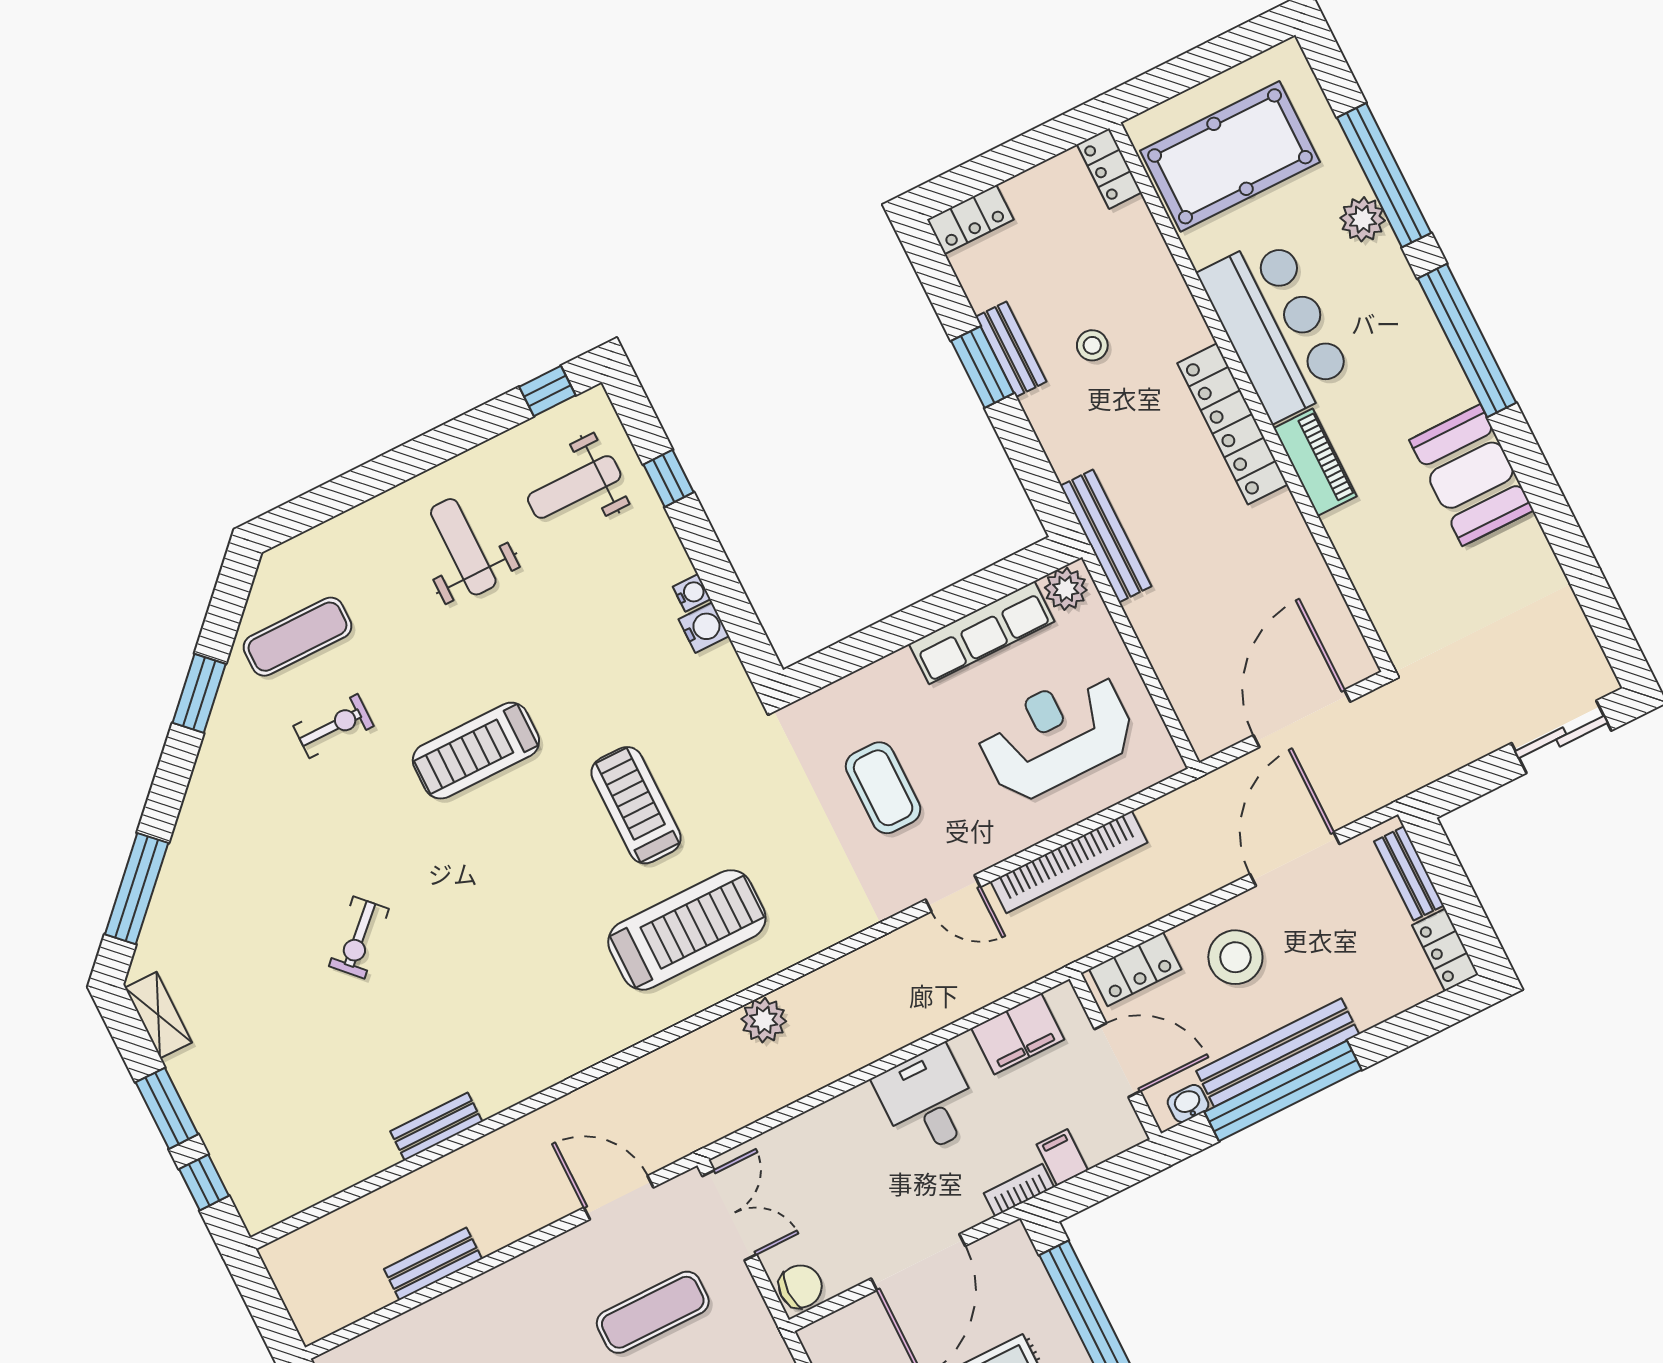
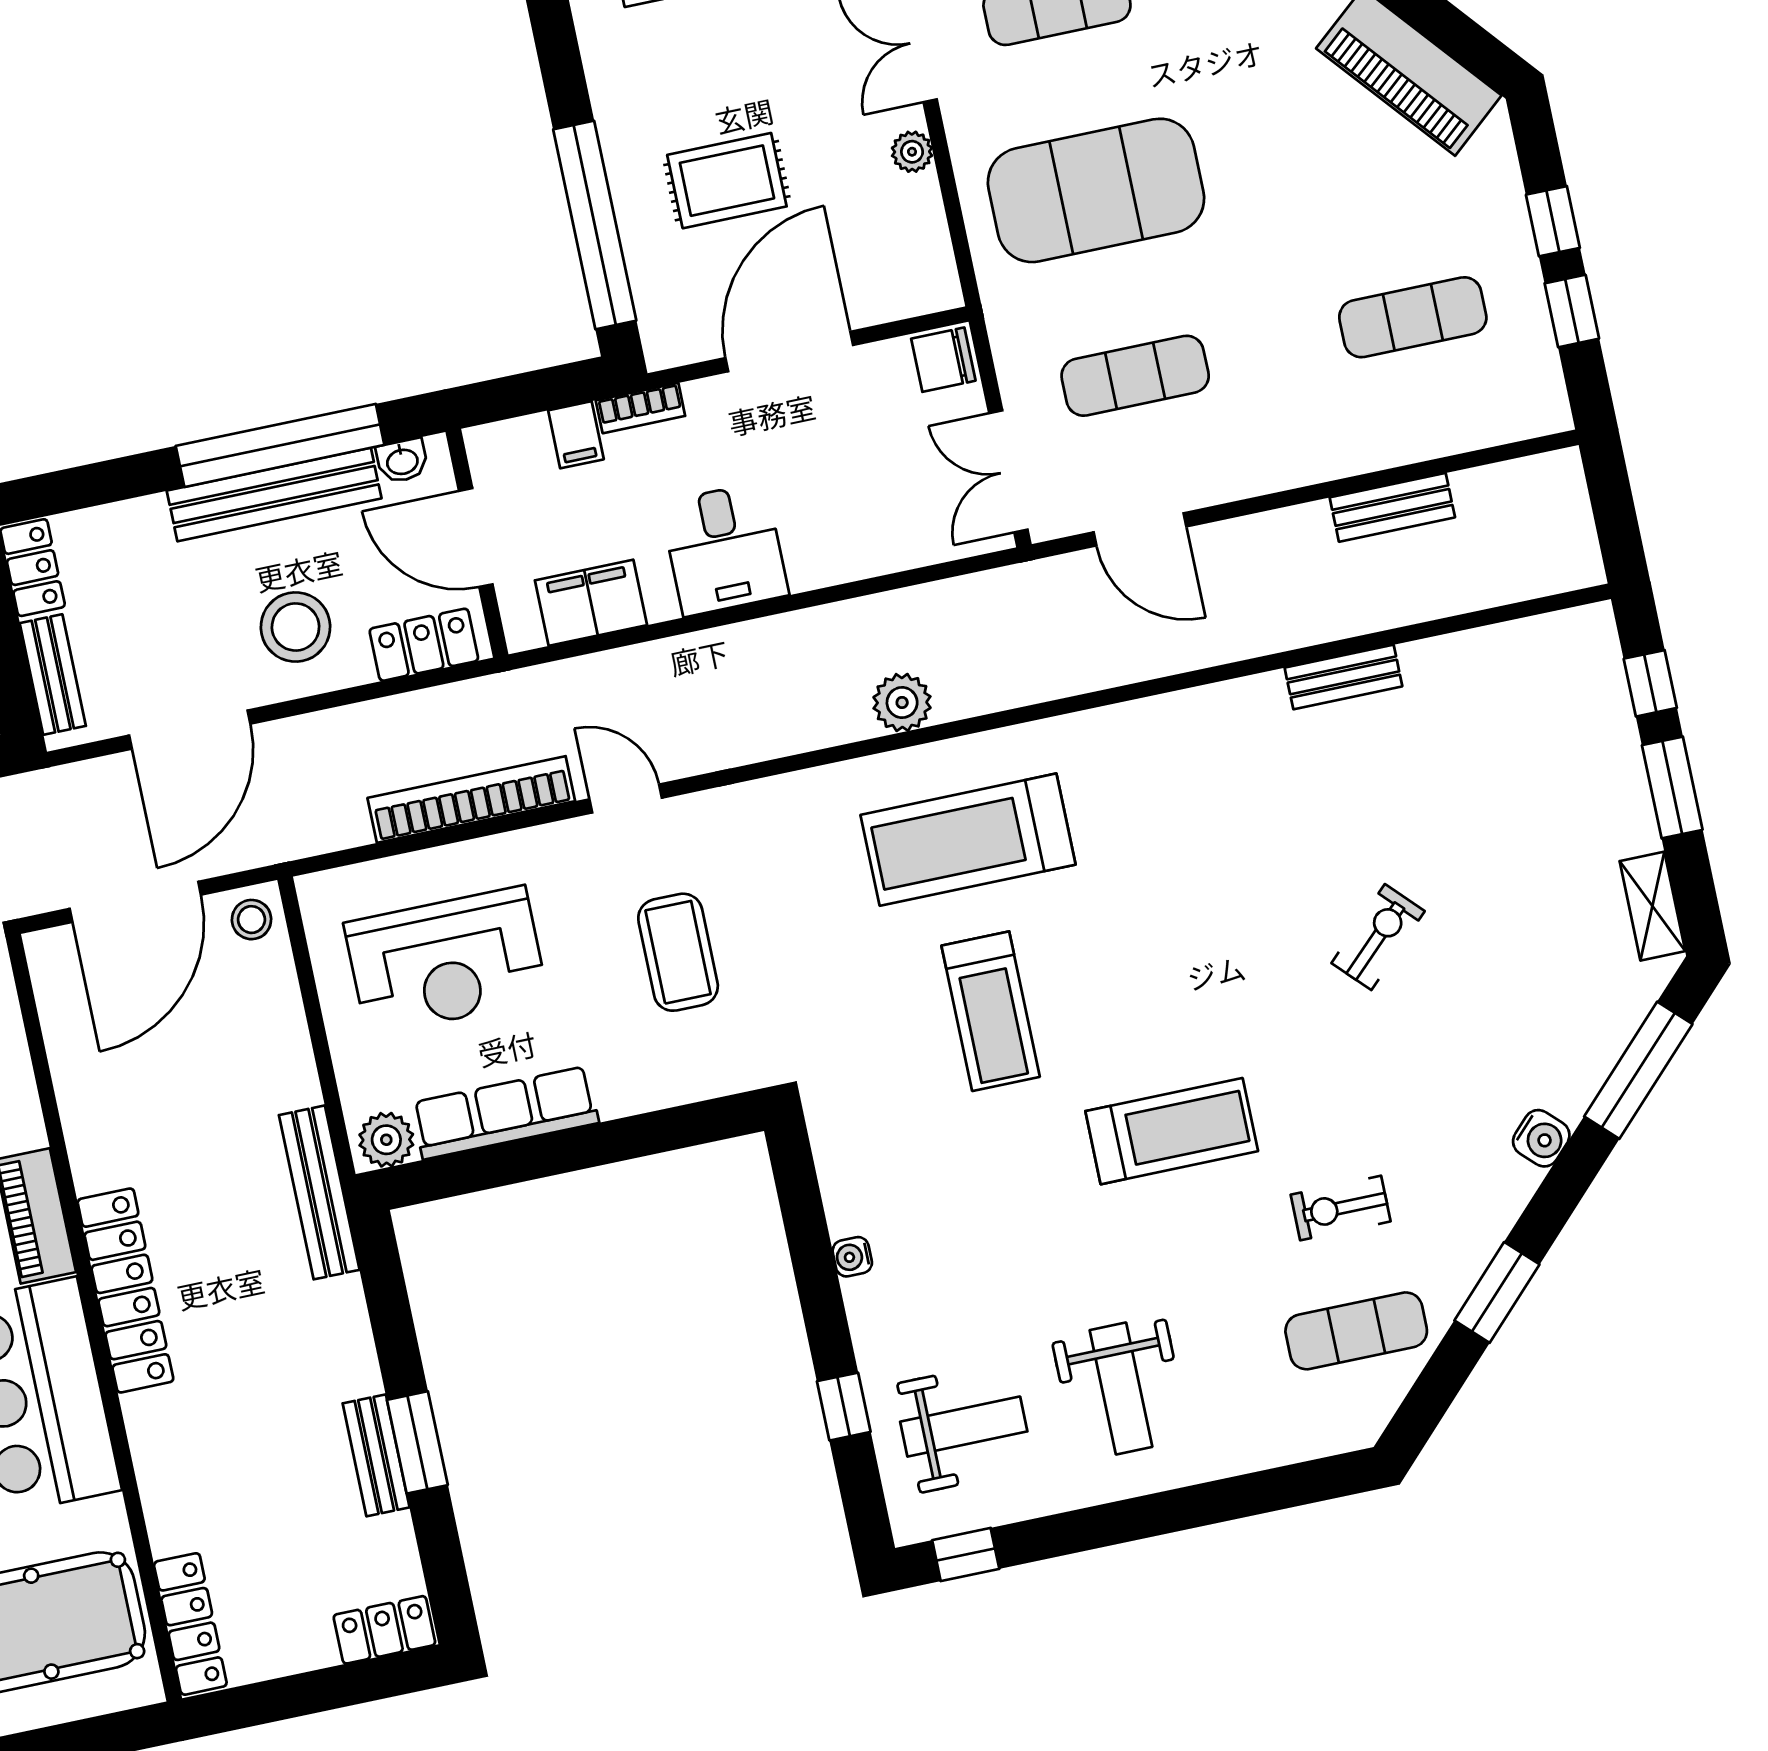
locker: (1109, 168) -> (190, 1624), width x1.53
stool: (1092, 345) -> (252, 920), moved
water cooler: (704, 628) -> (1541, 1138), moved, turned -136

